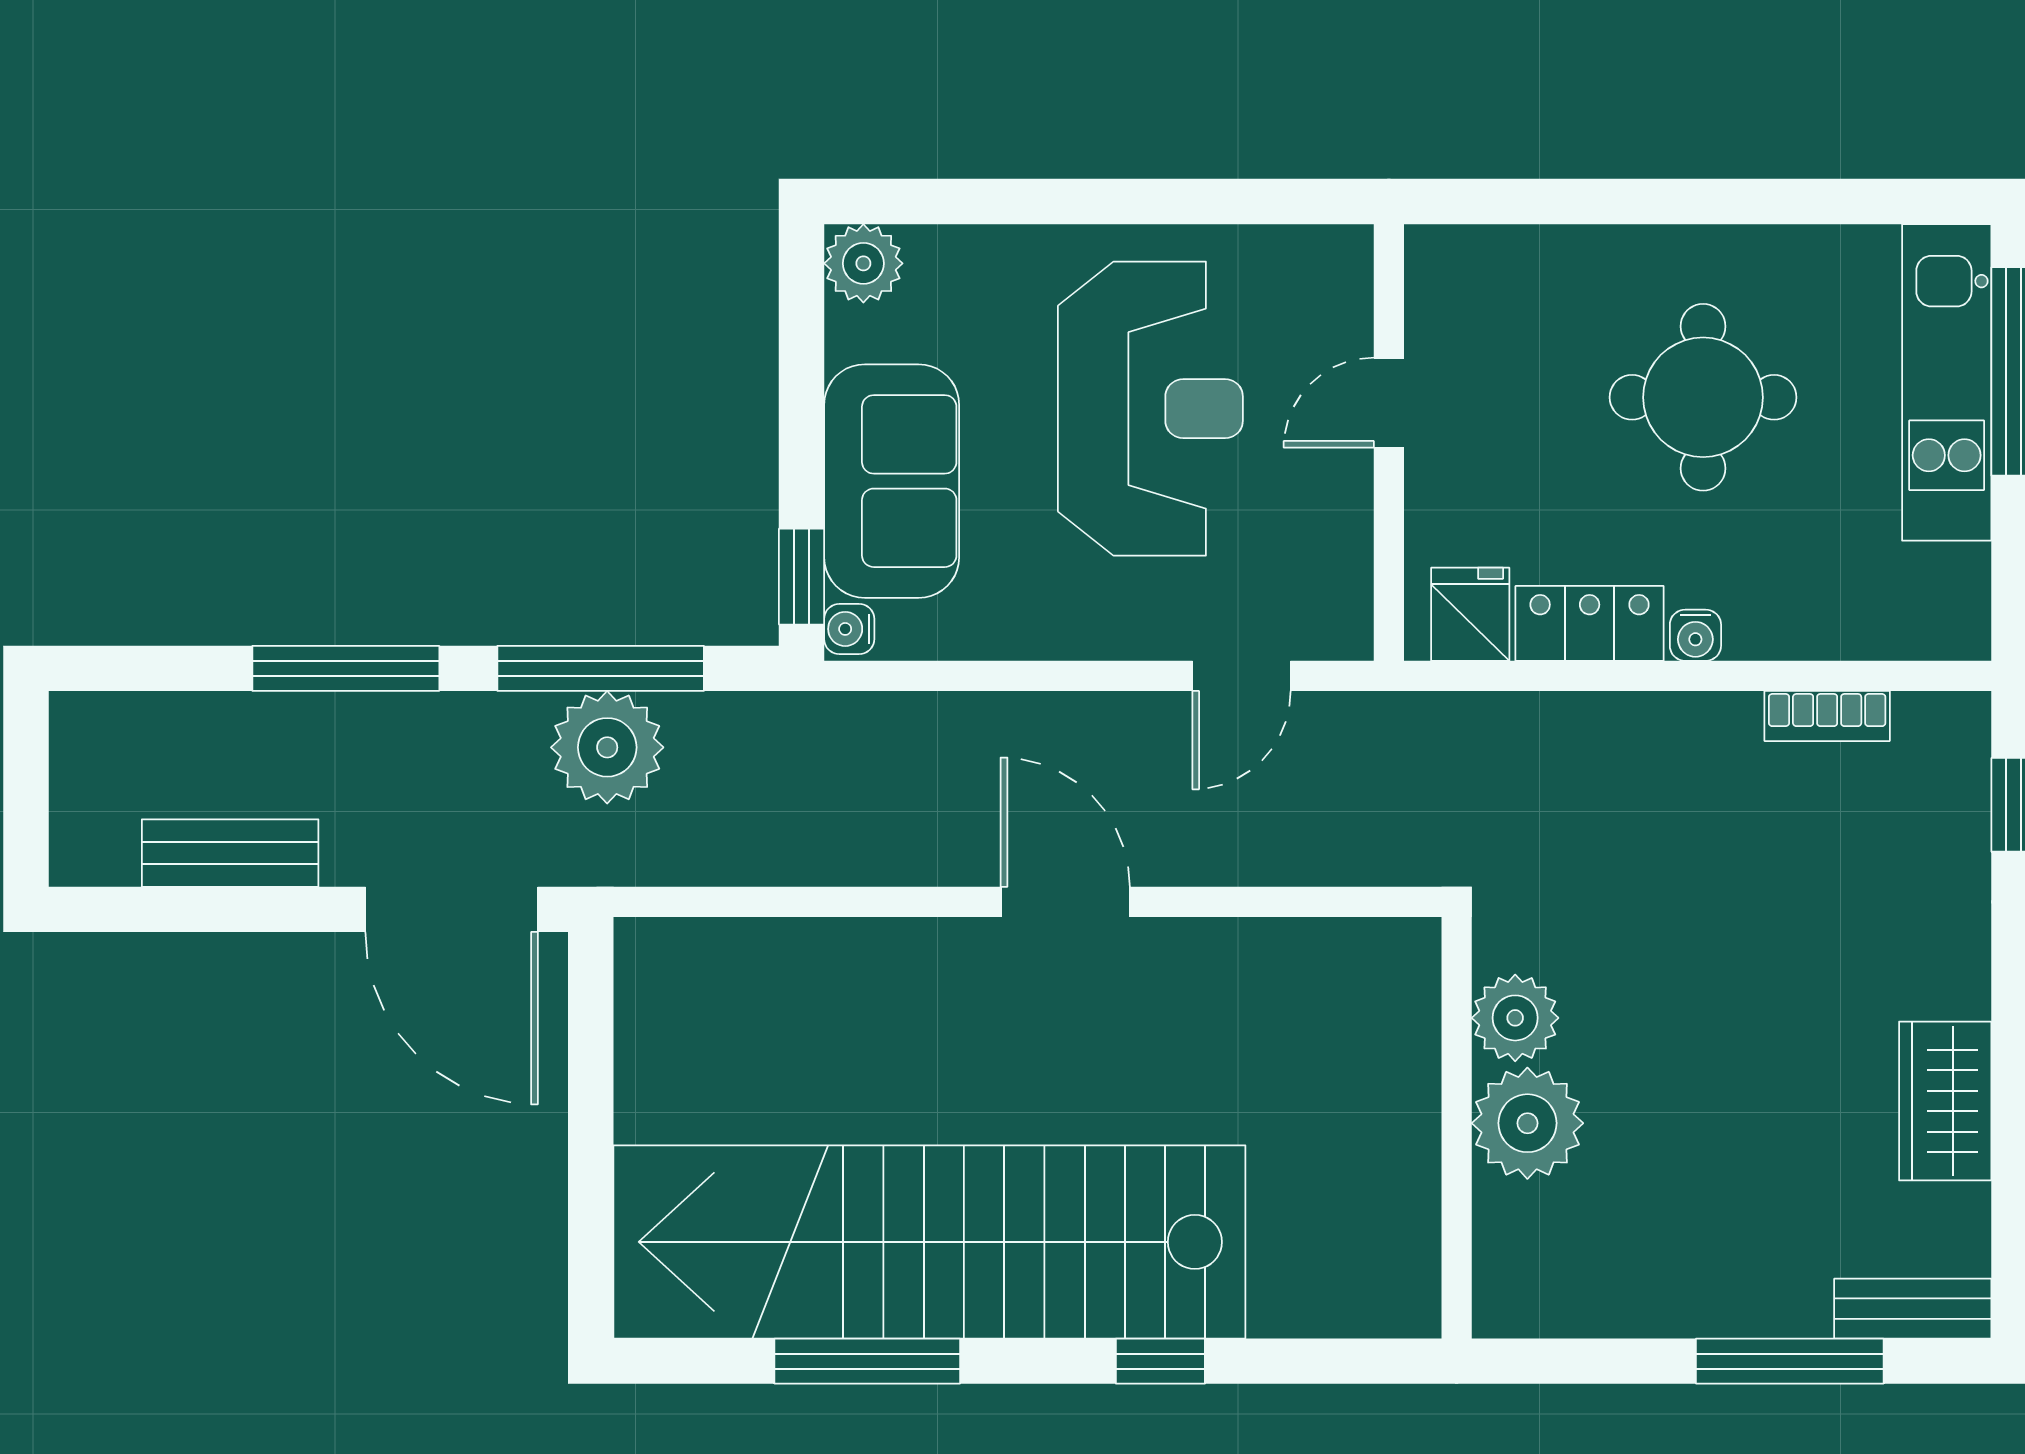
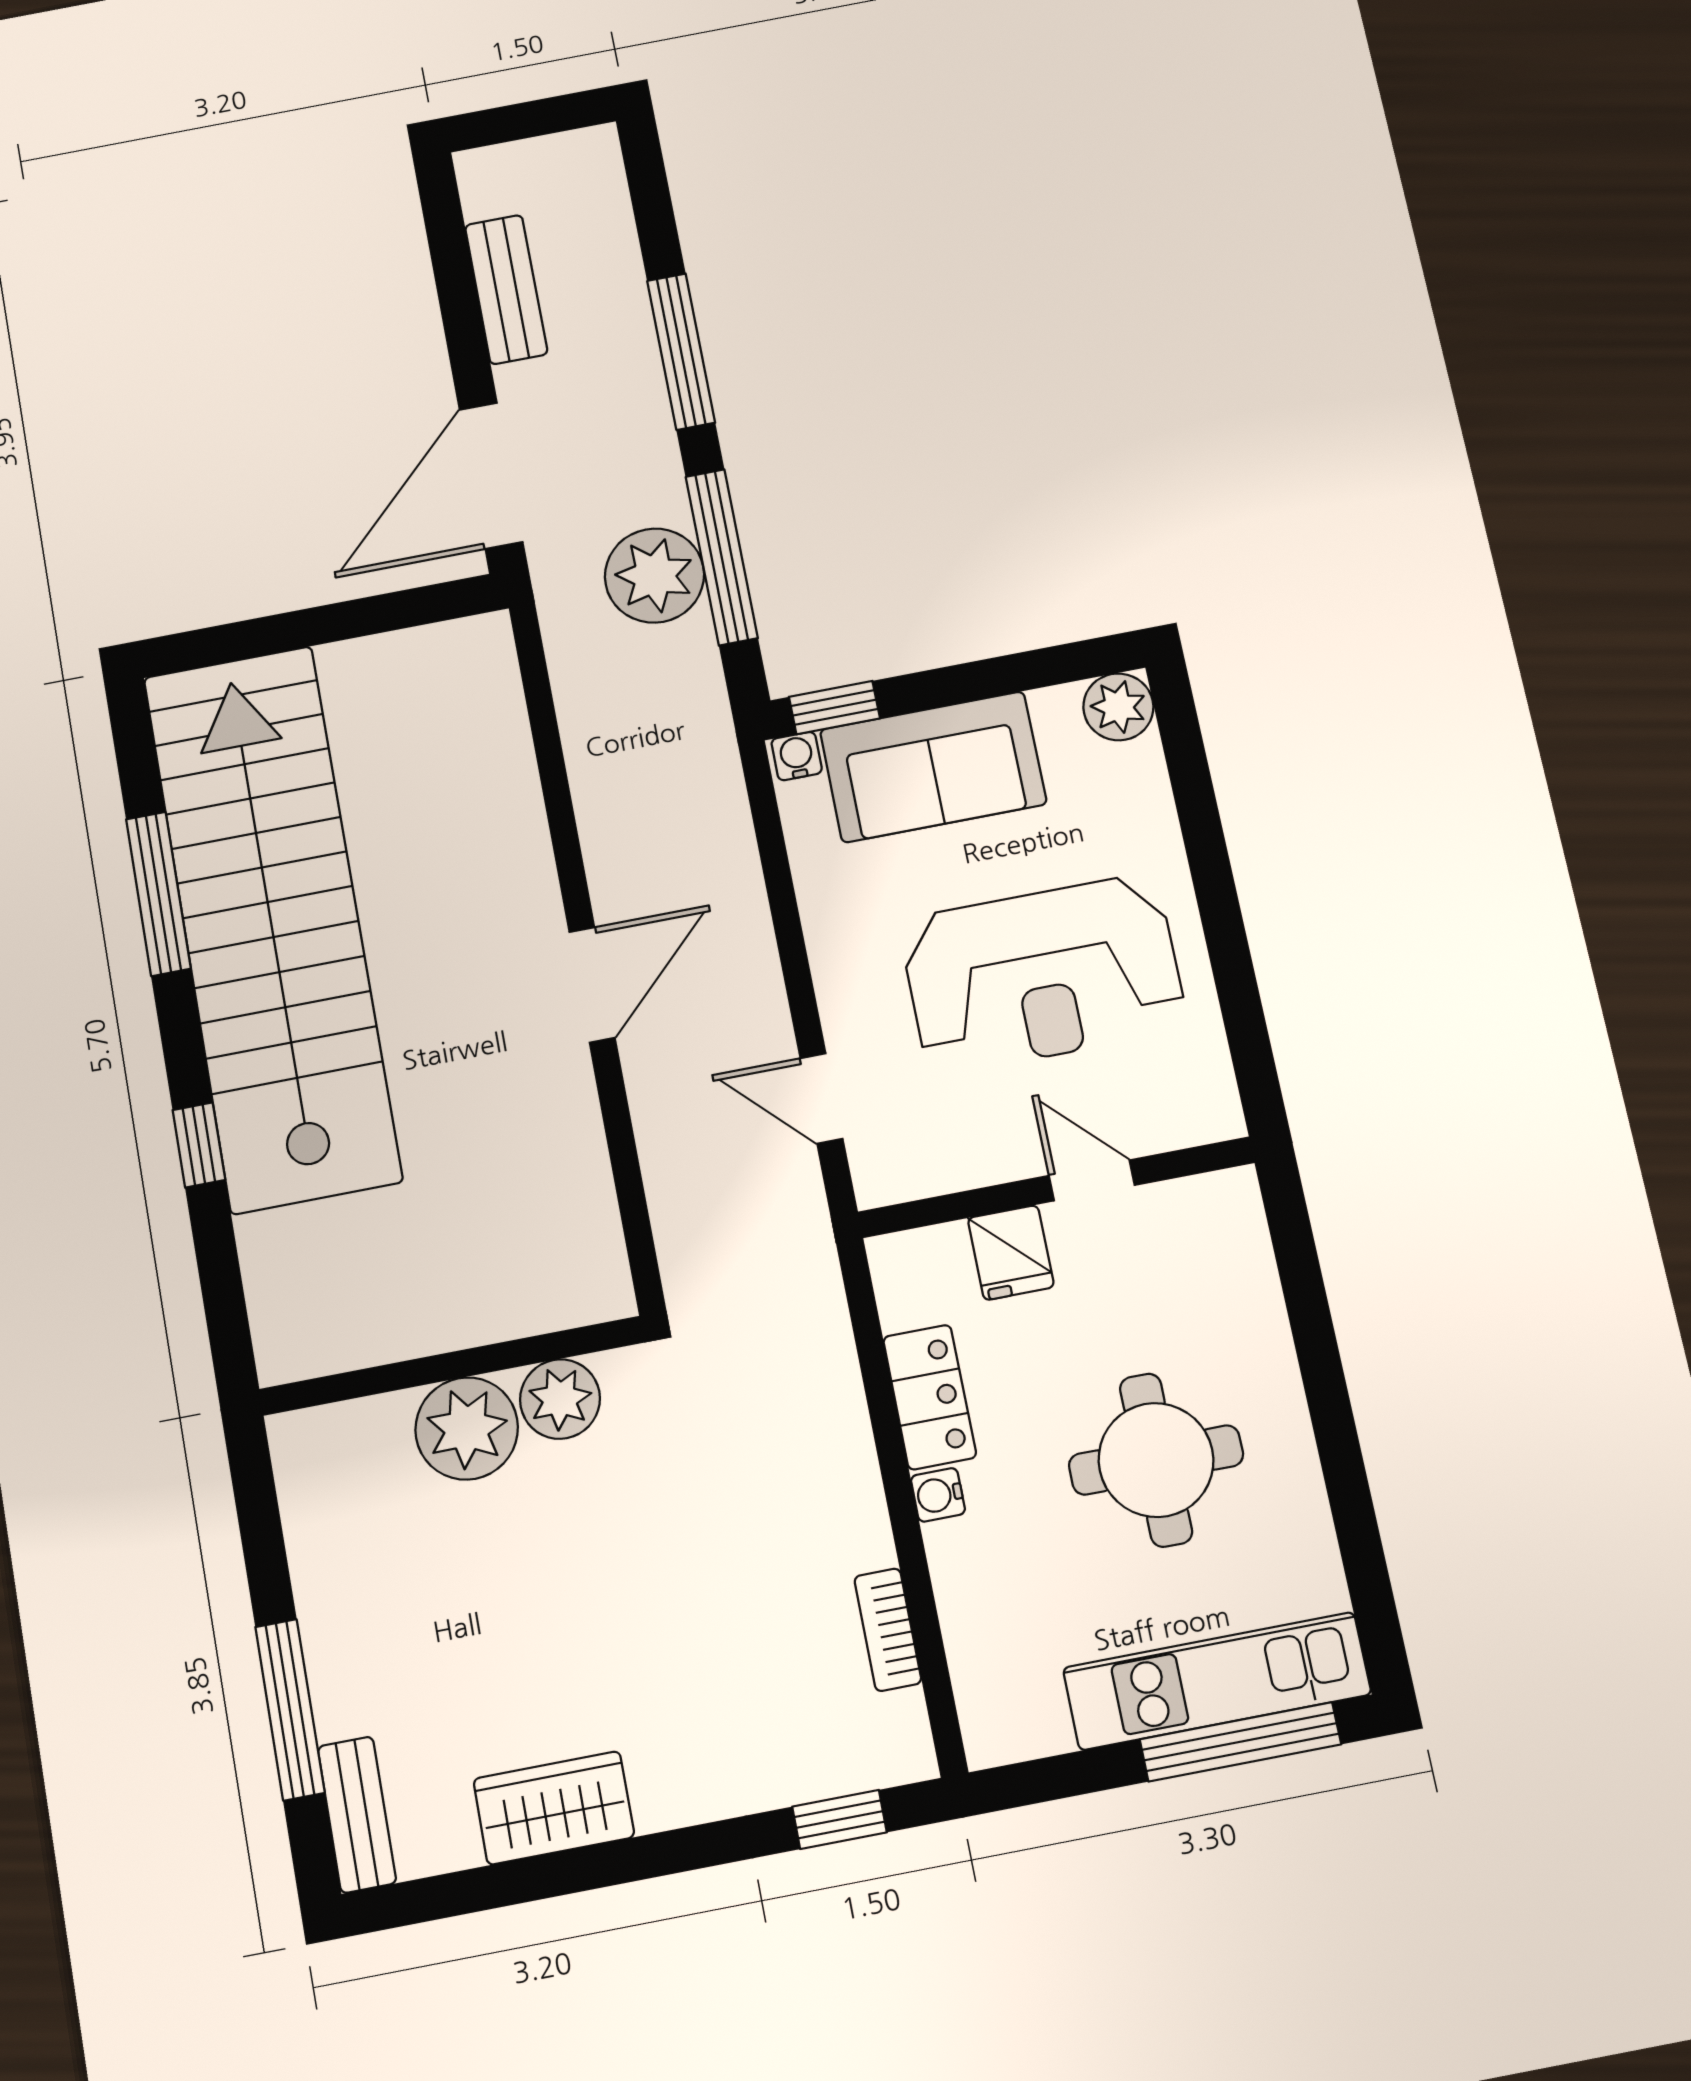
fridge: (1470, 614) -> (1011, 1253), moved, turned 90

